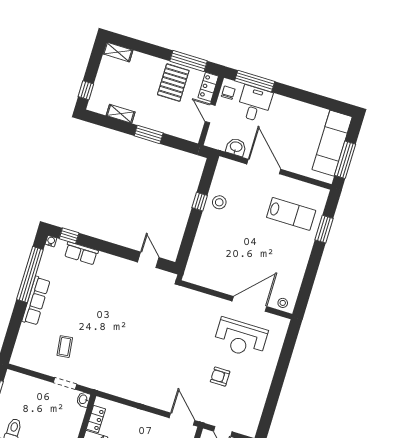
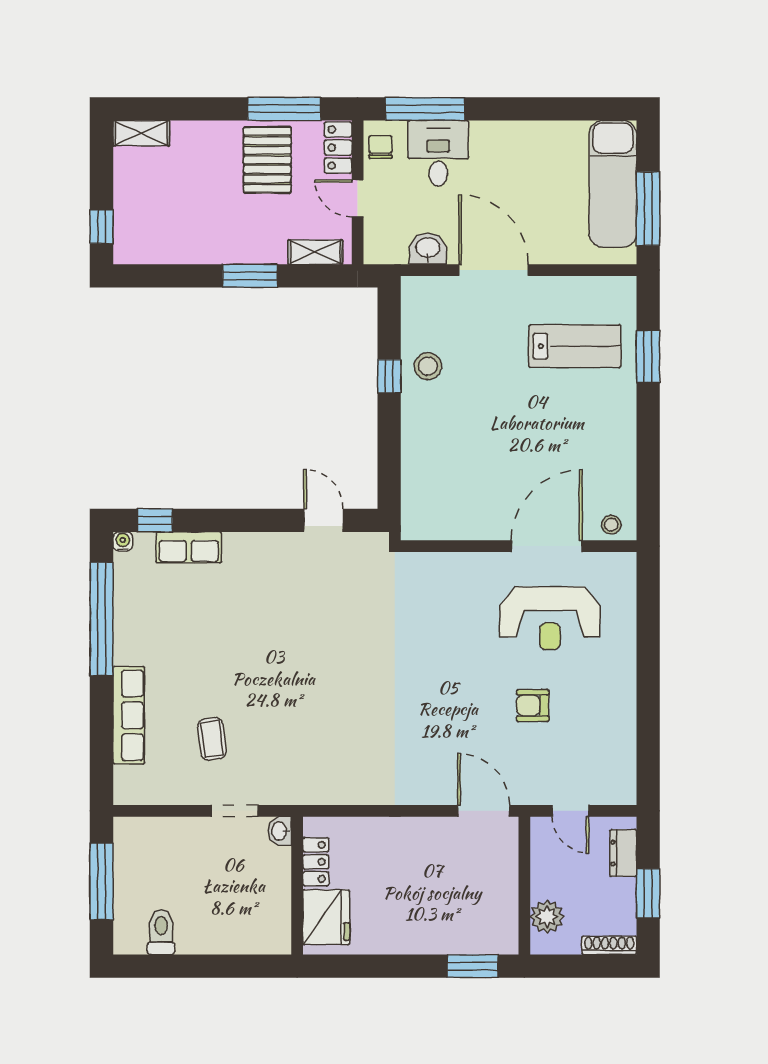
shelving: (121, 114) -> (315, 252), moved
row of seats: (36, 301) -> (129, 715), moved

